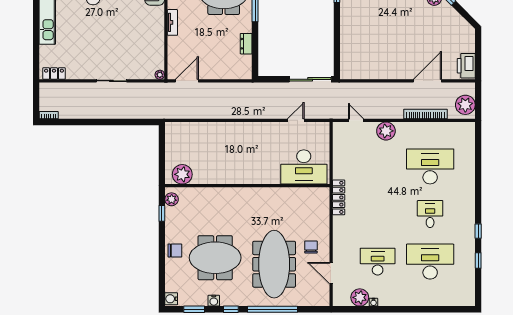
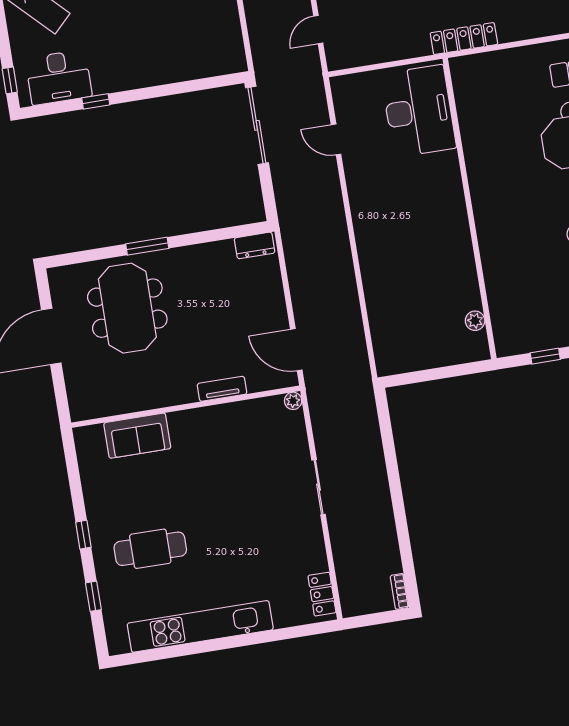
tv unit: (172, 22) -> (222, 389), moved
dresser: (246, 44) -> (255, 245), moved
plant: (182, 174) -> (475, 321), width x0.53, depth x0.53
plant: (172, 199) -> (517, 343), removed

